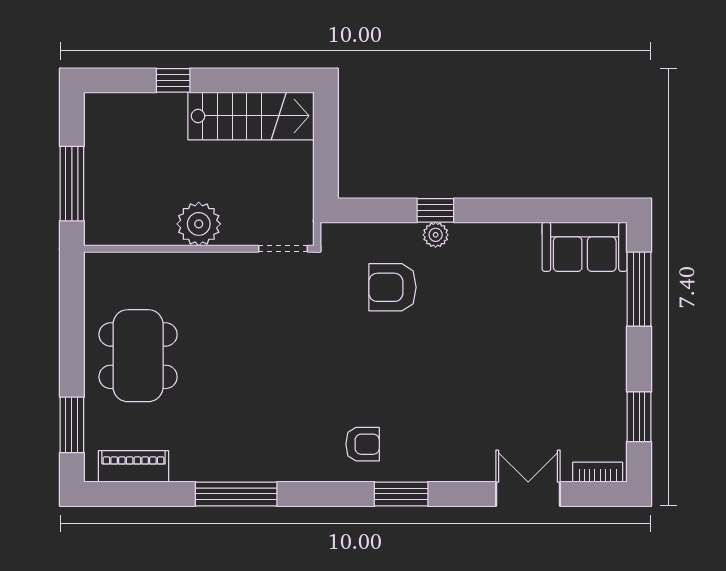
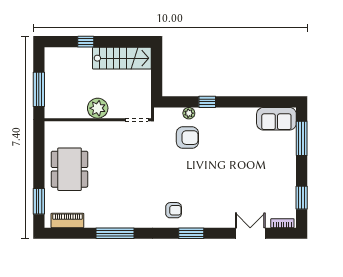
plant: (436, 235) -> (189, 113), moved
armchair: (392, 287) -> (187, 138), turned 180

